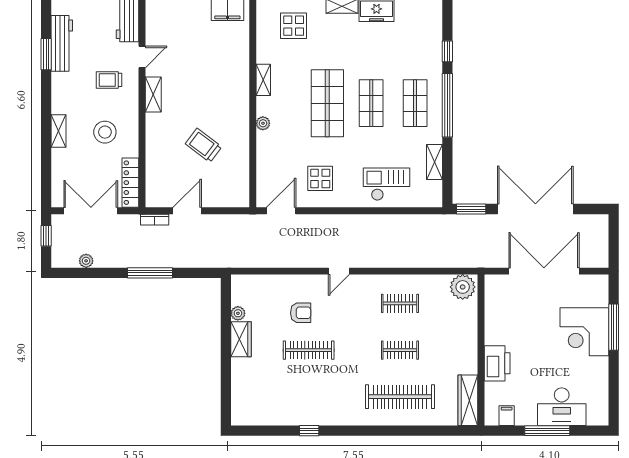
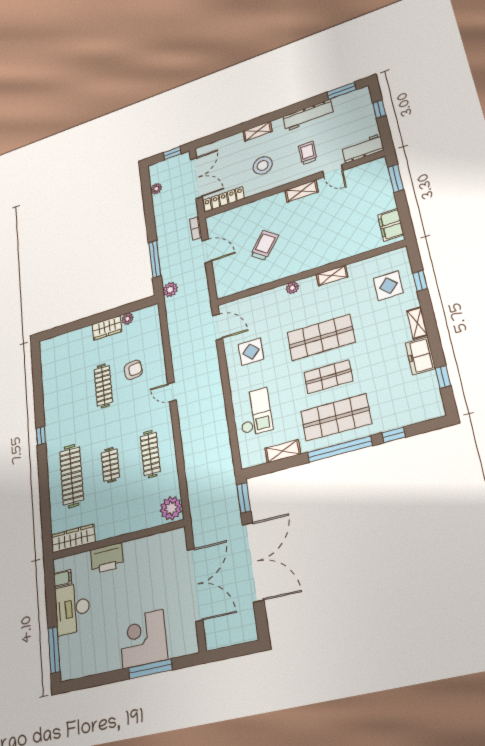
workbench: (62, 43) -> (308, 115), moved
window: (46, 54) -> (342, 91), moved
shop shelf: (415, 103) -> (336, 417), width x1.43, depth x1.36
plant: (220, 259) -> (170, 290), added
window: (150, 273) -> (155, 259), moved
clothes rail: (400, 303) -> (150, 454), width x1.36
armchair: (301, 313) -> (133, 370), turned -97
desk: (562, 407) -> (72, 609), moved
window: (309, 431) -> (41, 436), moved
window: (547, 431) -> (54, 650), moved

